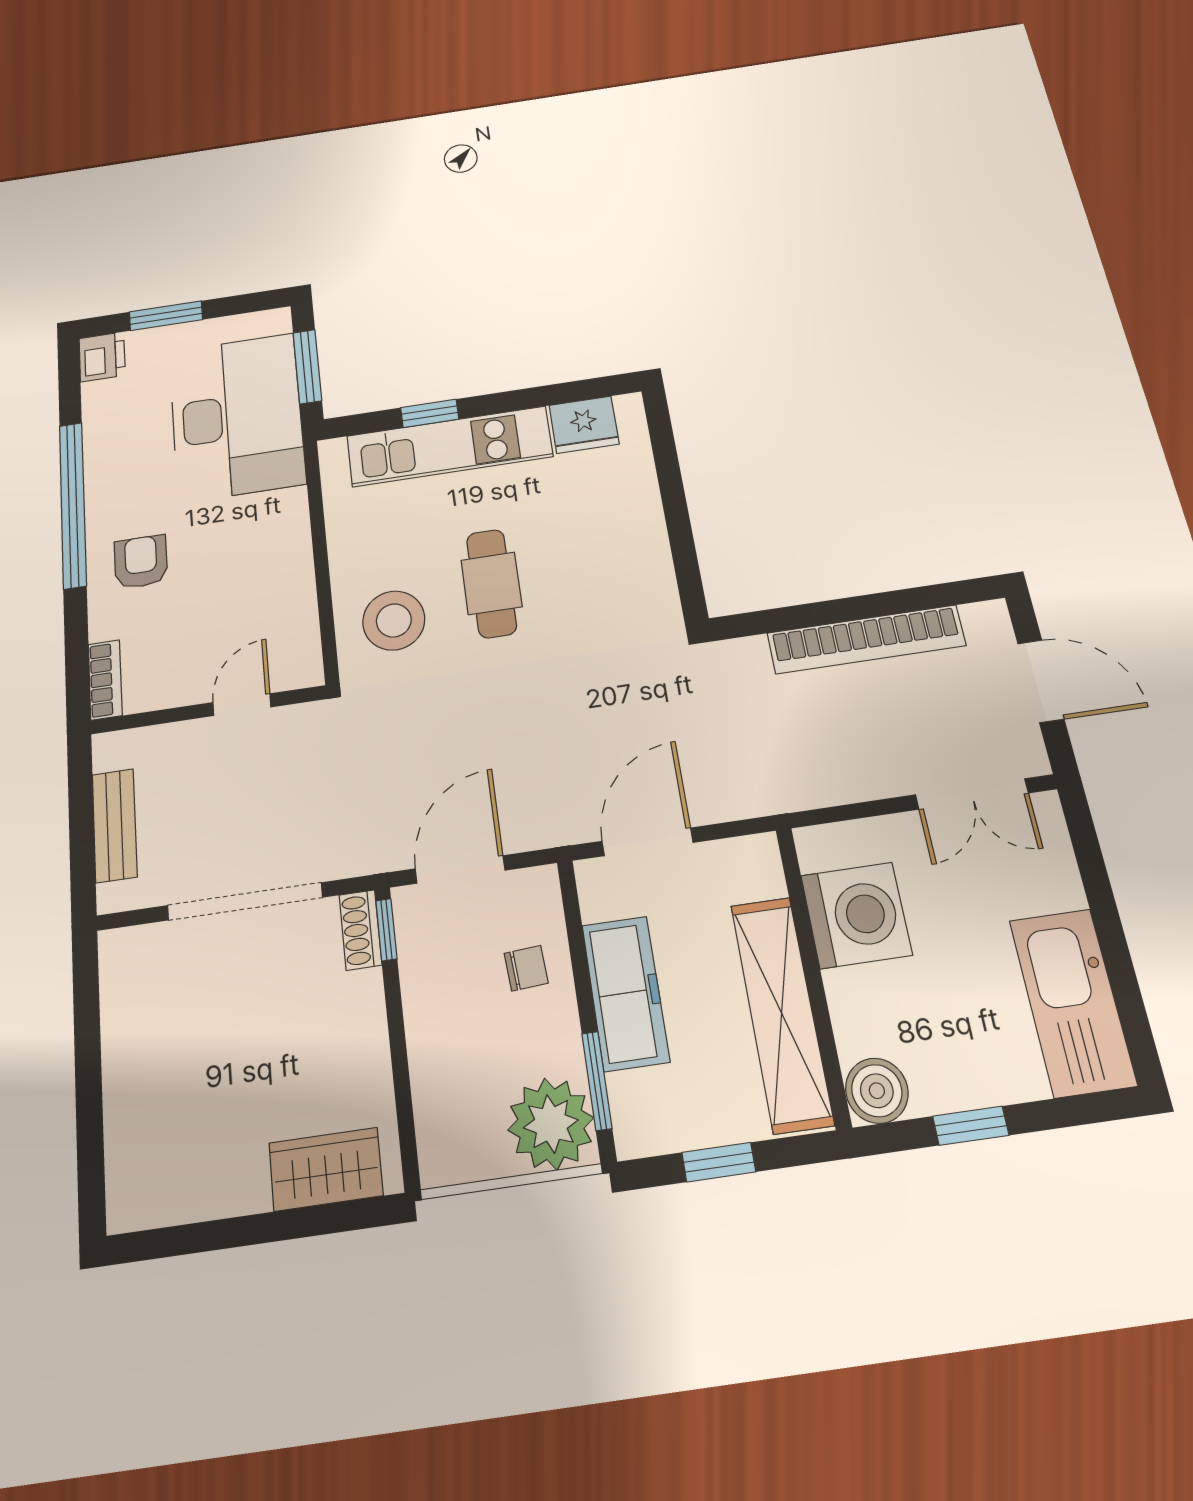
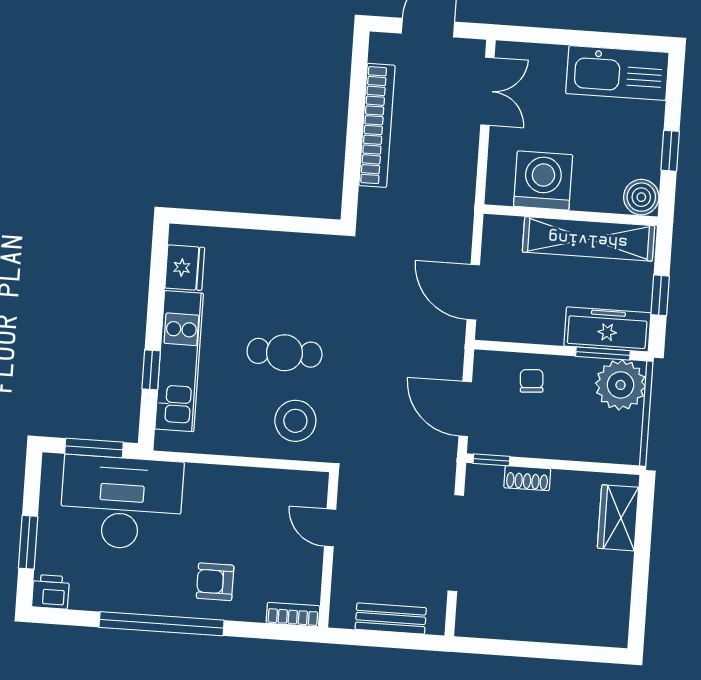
shoe rack: (360, 930) -> (527, 478), moved
freezer: (625, 993) -> (607, 329), moved

